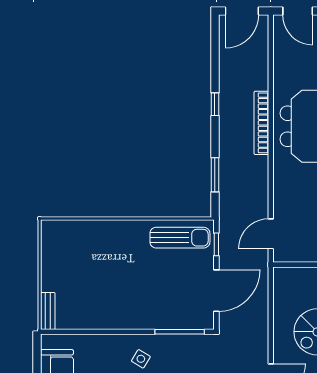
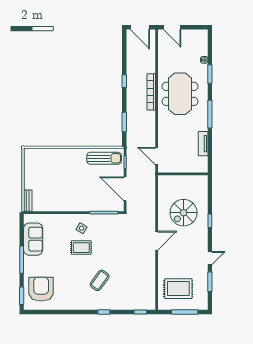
door: (242, 11) -> (140, 27), hinge flipped
door: (271, 234) -> (157, 156), hinge flipped
door: (216, 291) -> (125, 189), swing flipped

